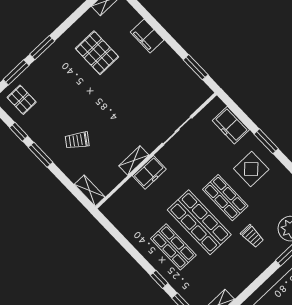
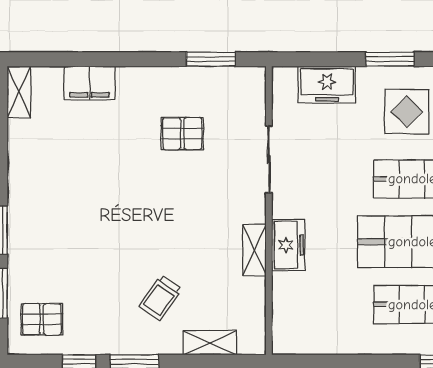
filing cabinet: (147, 36) -> (90, 83), moved
pallet: (97, 53) -> (182, 134), moved, width x0.67, depth x0.71
shelving: (90, 191) -> (210, 343), moved

